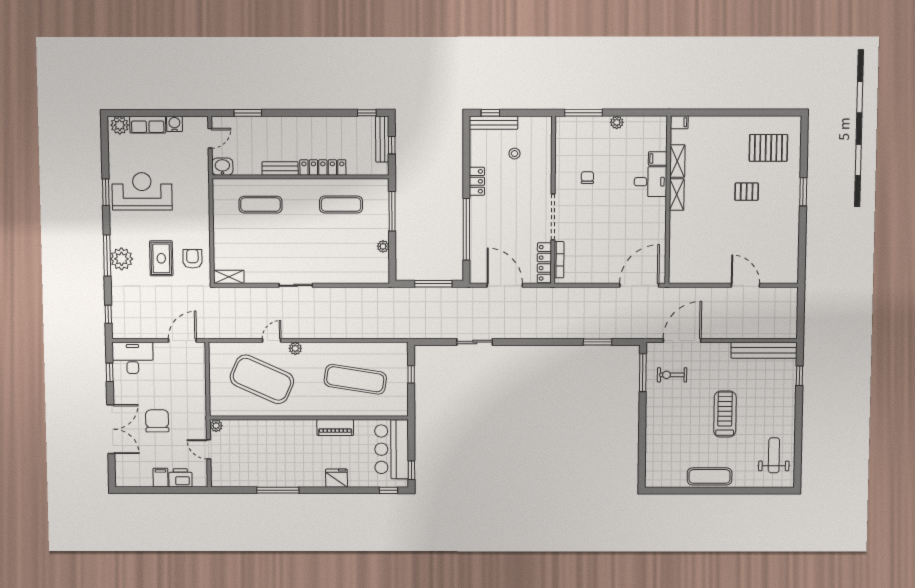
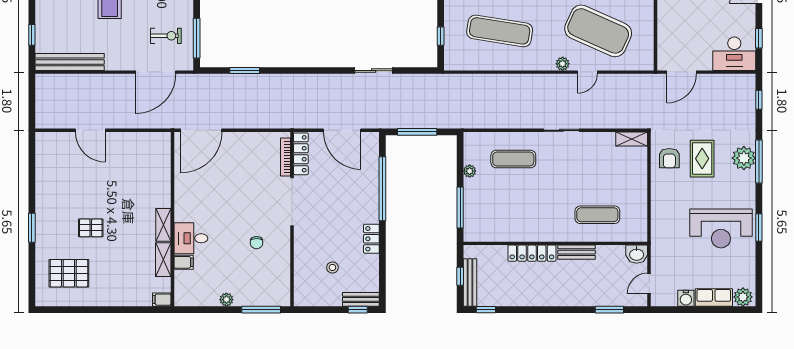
bench: (494, 123) -> (361, 299), width x0.73
exercise mat: (341, 205) -> (513, 159), moved

